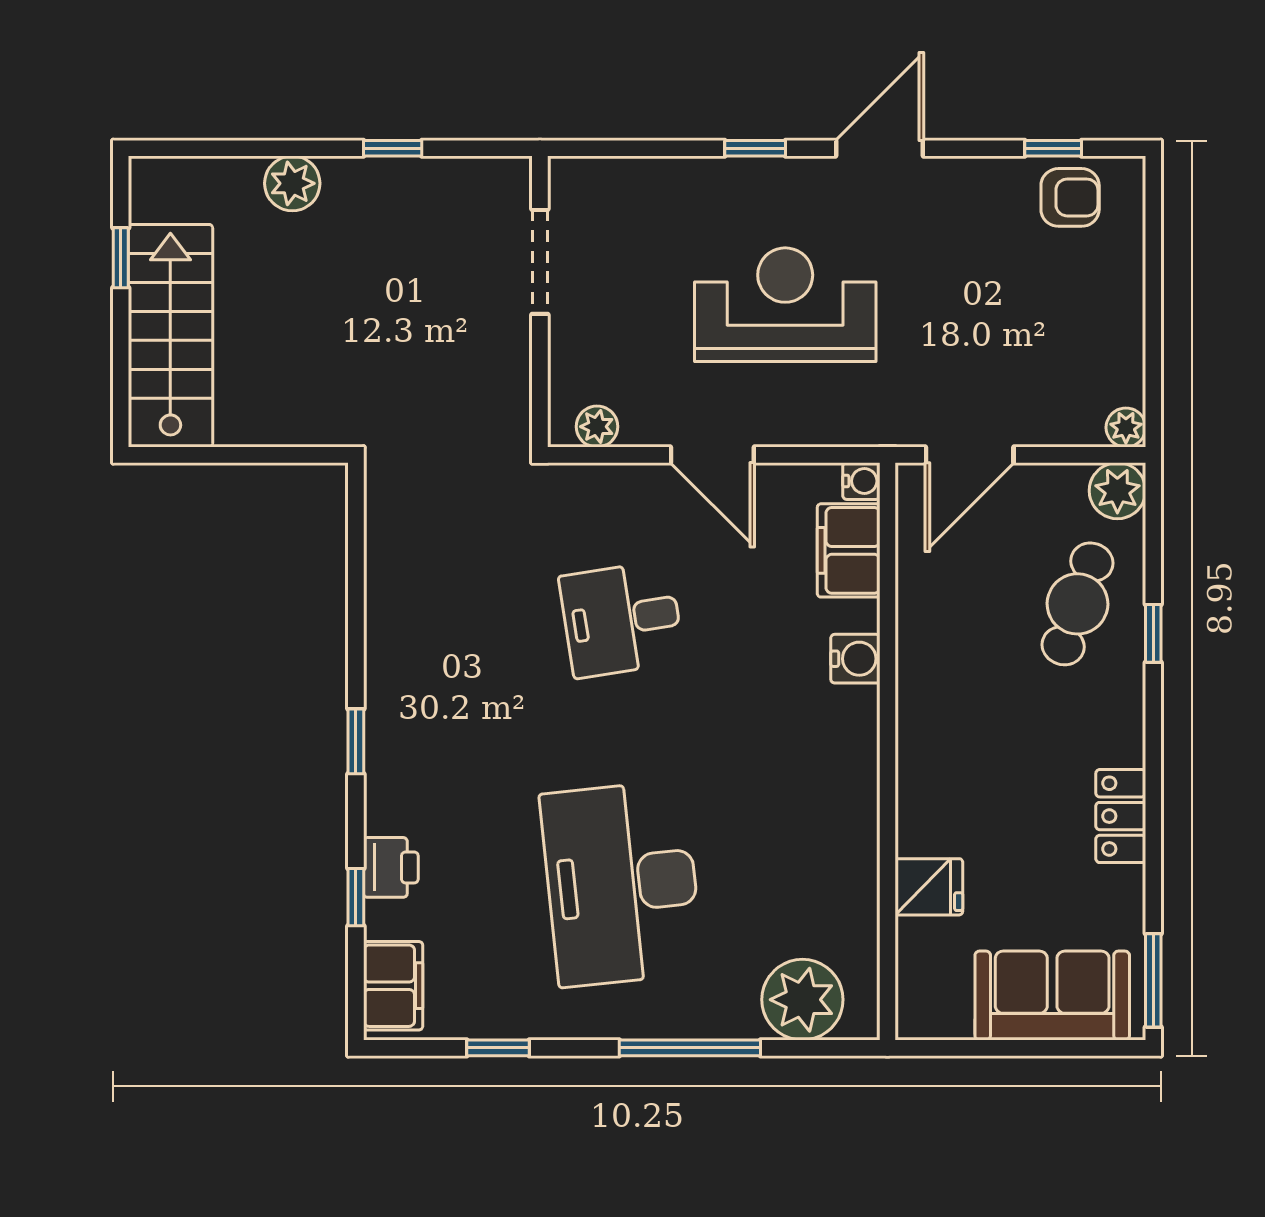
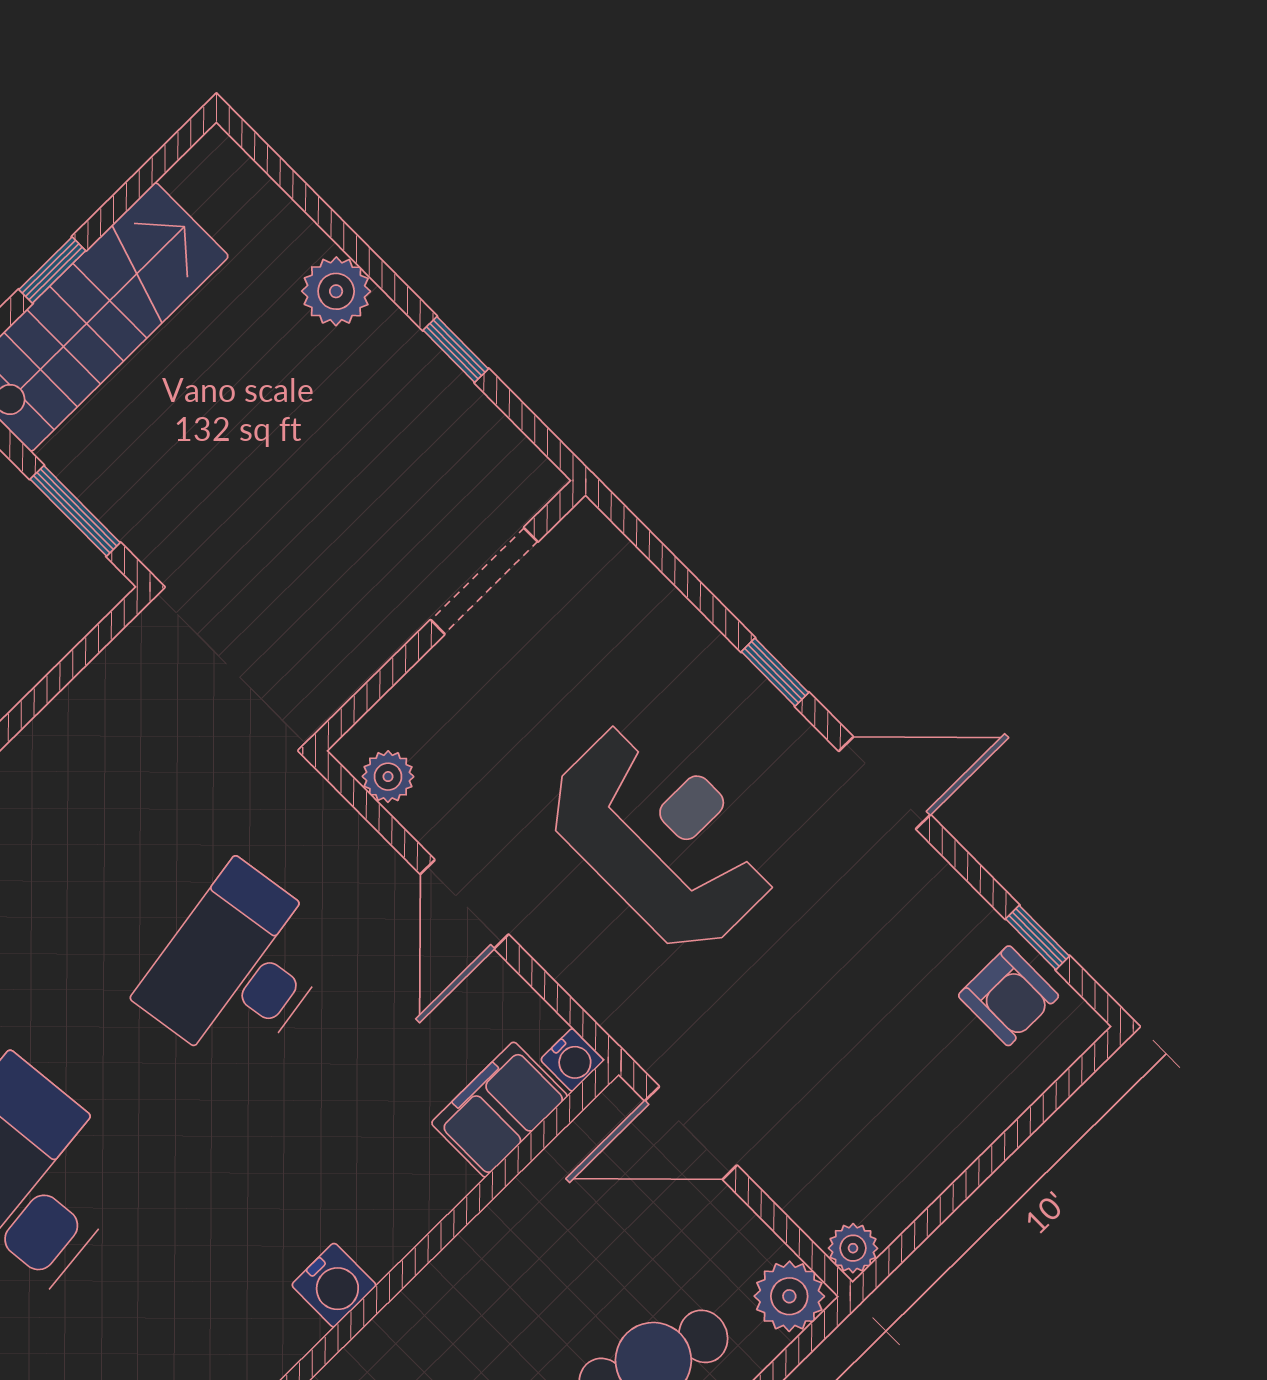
window: (121, 258) -> (52, 270), moved
window: (270, 455) -> (75, 511), added
desk: (622, 619) -> (238, 968), width x1.37
water cooler: (855, 659) -> (334, 1285), moved

